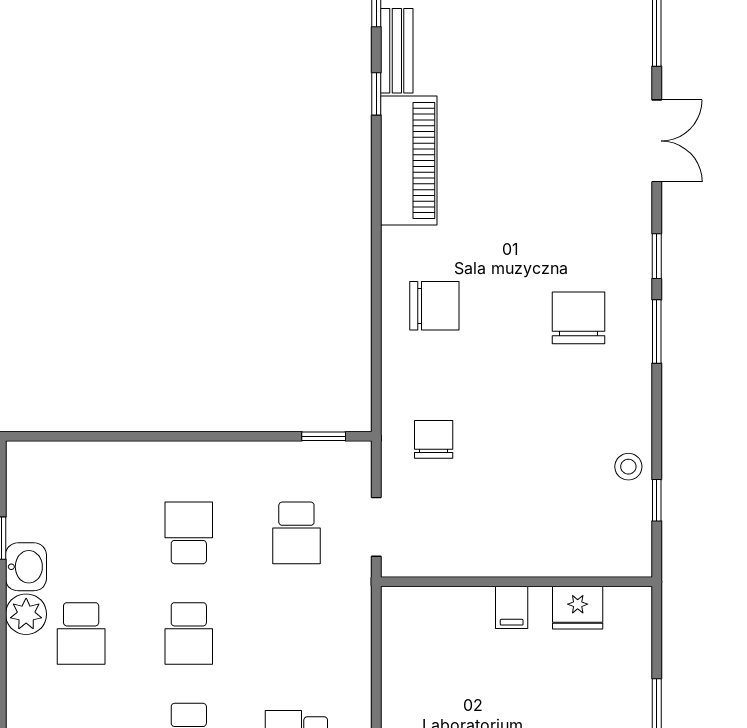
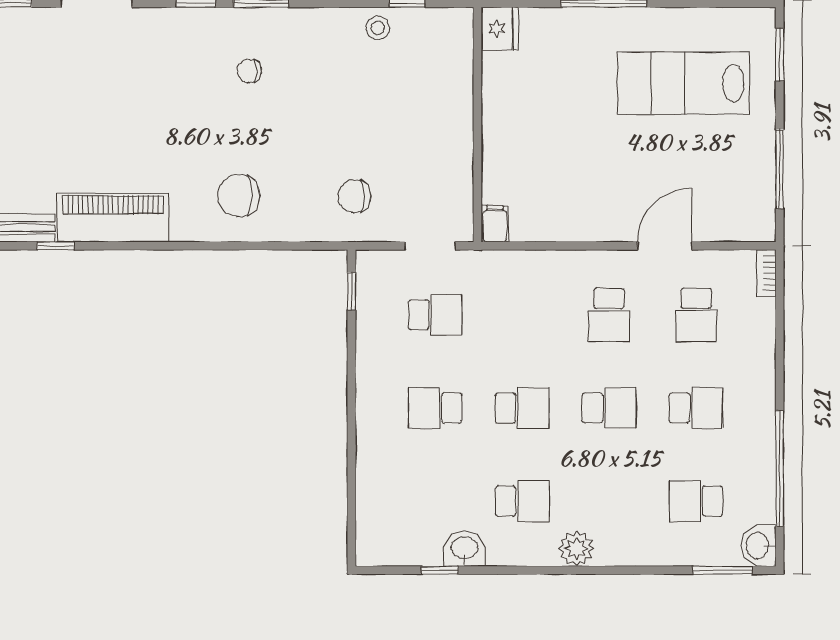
chair: (434, 306) -> (239, 196), turned -90
chair: (579, 318) -> (249, 71), width x0.54, depth x0.54
filing cabinet: (512, 607) -> (495, 224), moved, turned -90
fridge: (578, 608) -> (500, 29), moved
plant: (26, 614) -> (576, 549), moved

